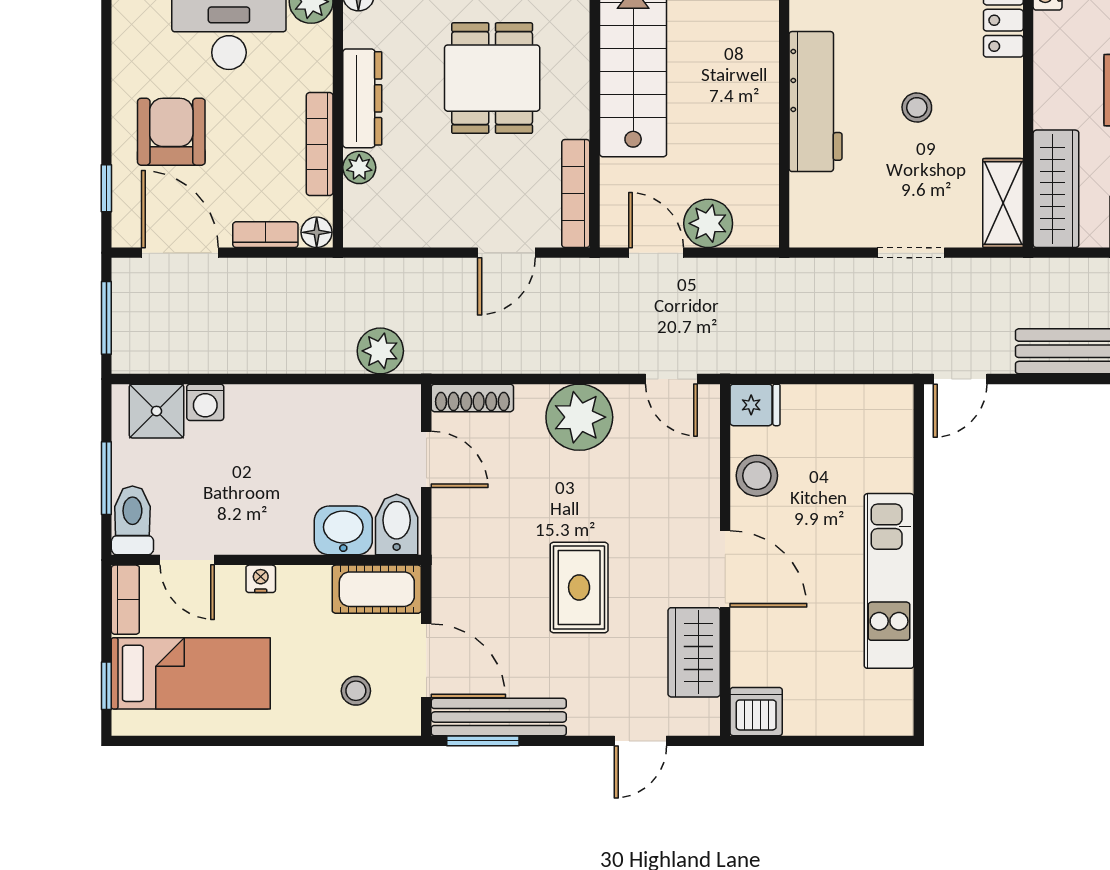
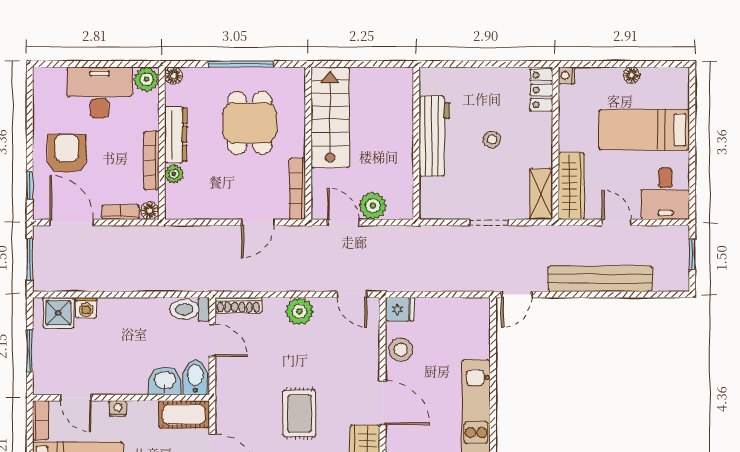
plant: (380, 351) -> (186, 278), removed
plant: (579, 417) -> (299, 311), width x0.73, depth x0.73
toilet: (132, 520) -> (190, 309), moved, turned -90

